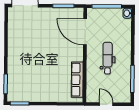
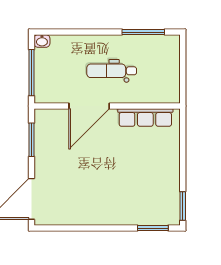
door: (85, 32) -> (89, 106), moved
door: (106, 104) -> (183, 72), removed

